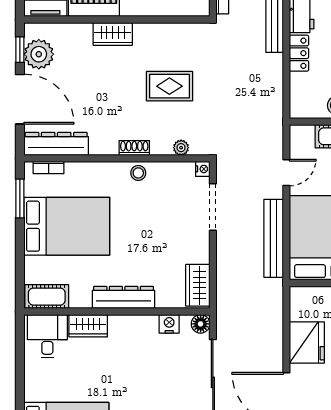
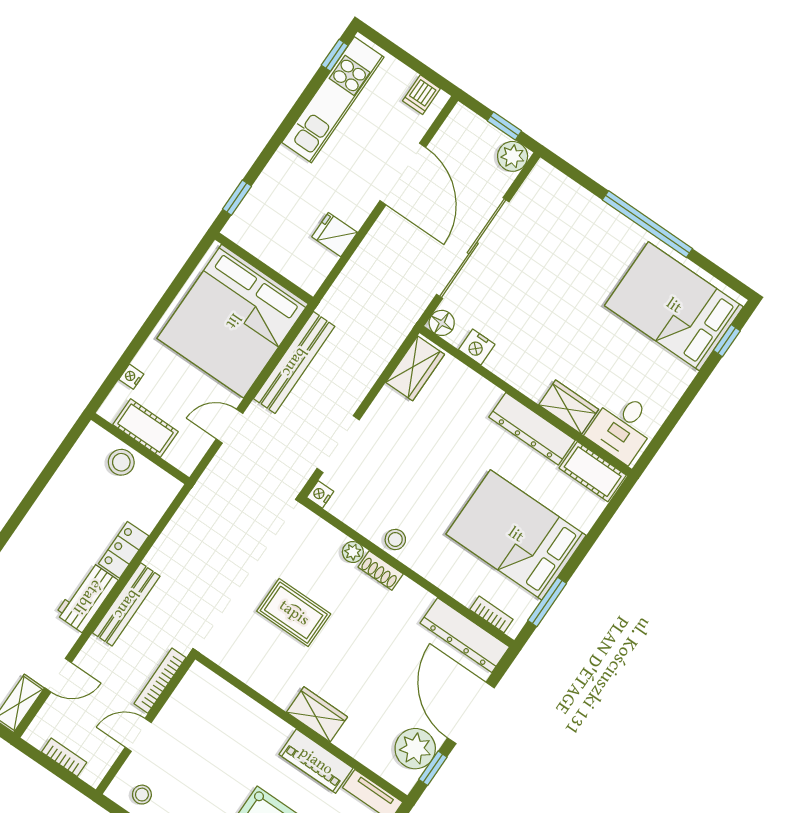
plant: (181, 148) -> (353, 552), moved
dresser: (124, 297) -> (532, 429), moved
fridge: (307, 343) -> (335, 235), width x0.53, depth x0.75

